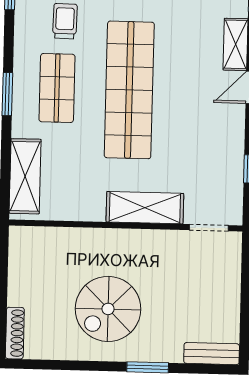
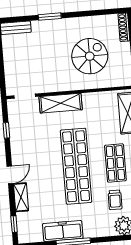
spiral stairs: (108, 309) -> (90, 56), moved

